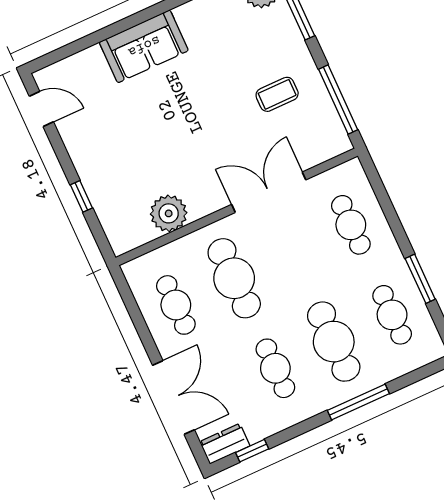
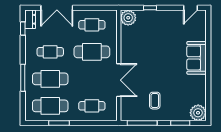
plant: (169, 213) -> (128, 18), moved
cafe table: (392, 315) -> (50, 106), width x1.37, depth x1.35

